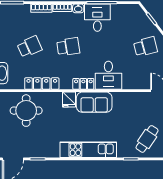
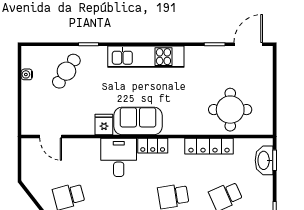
fridge: (69, 100) -> (104, 124), moved

